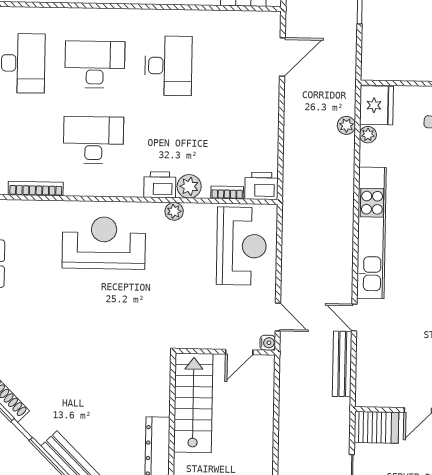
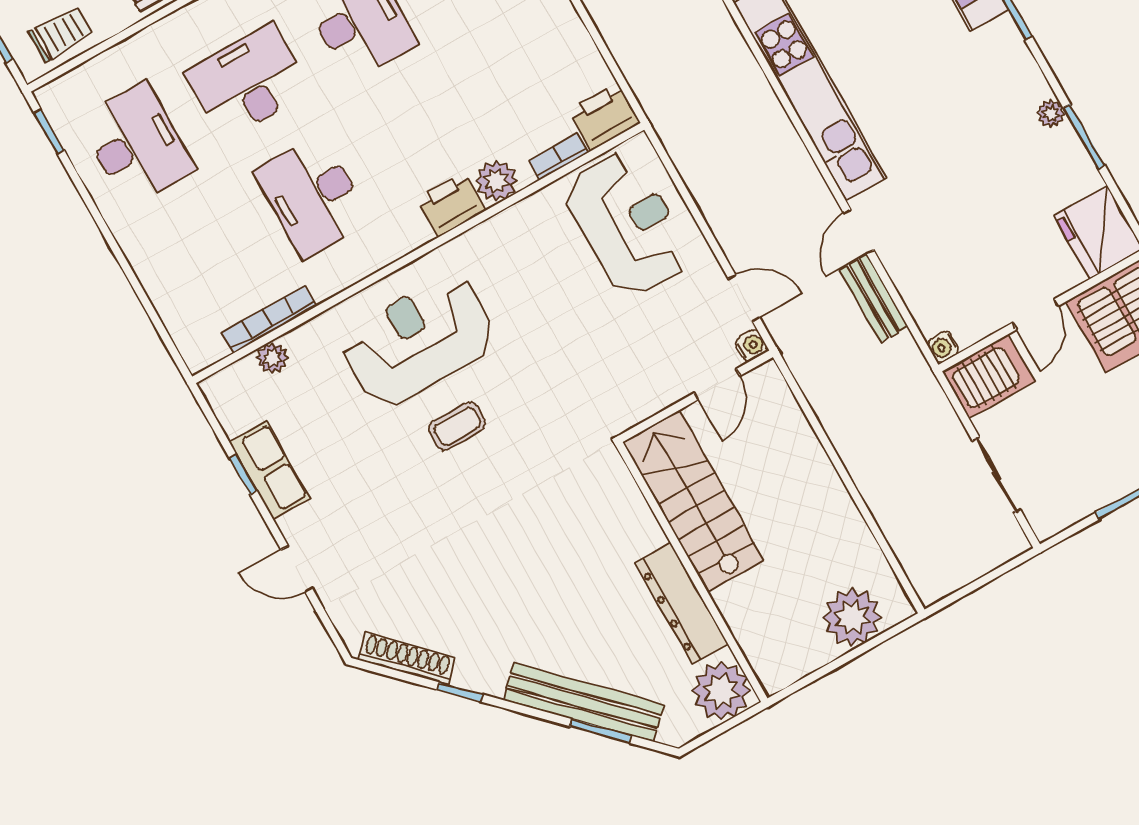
desk: (93, 140) -> (313, 196), turned -90
plant: (174, 211) -> (272, 358), moved
coffee table: (98, 297) -> (457, 426), added
door: (354, 317) -> (859, 232), hinge flipped
bench: (342, 364) -> (874, 298), width x0.73
water cooler: (363, 400) -> (943, 347), added

